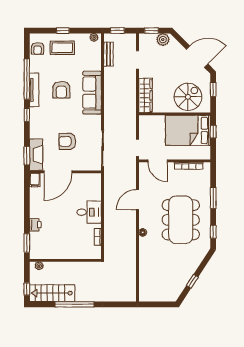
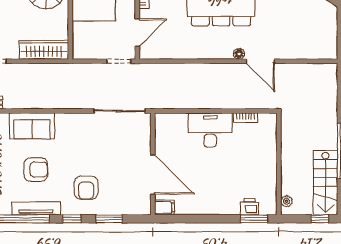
sofa: (92, 93) -> (32, 126), width x0.73
armchair: (67, 141) -> (86, 188), moved
fireplace: (36, 155) -> (128, 206), removed
window: (27, 156) -> (109, 219), moved
door: (137, 200) -> (260, 61), moved
desk: (89, 212) -> (210, 130), width x1.37
printer: (35, 225) -> (250, 207), moved

